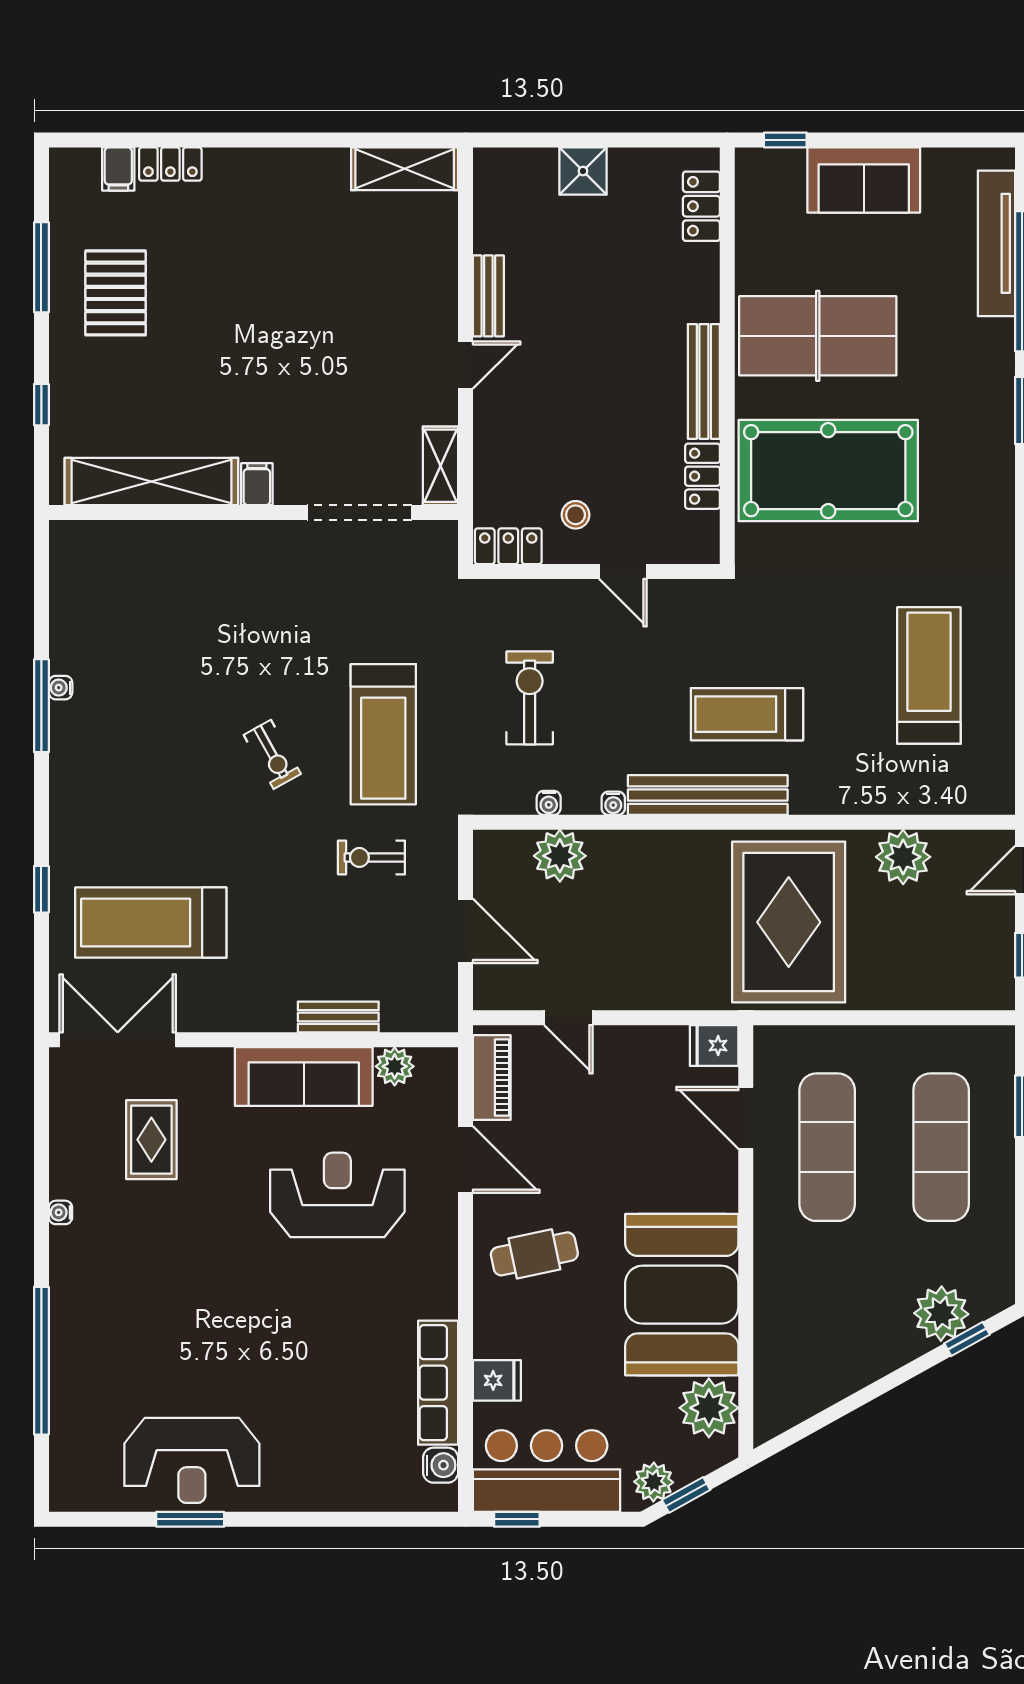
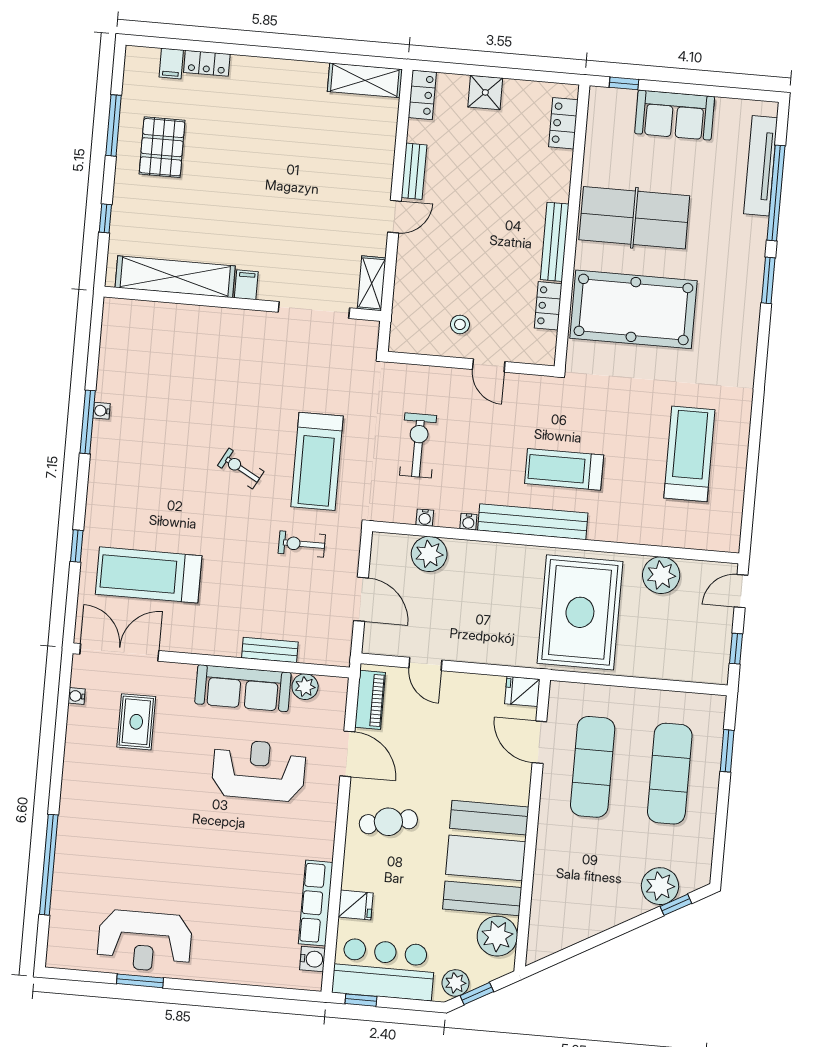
locker: (508, 546) -> (422, 95), moved, turned 90
exercise bike: (272, 754) -> (241, 468), turned 148
water cooler: (60, 1212) -> (77, 696), moved

